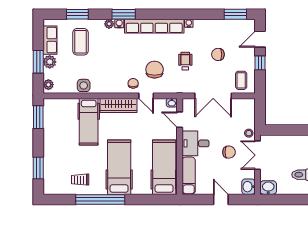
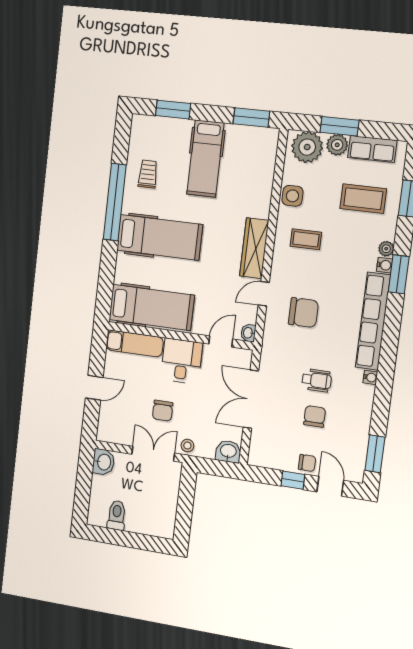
wheelchair: (185, 61) -> (317, 380), moved
coffee table: (241, 80) -> (306, 239), moved
chair: (133, 83) -> (307, 463), moved
plant: (48, 85) -> (307, 147), width x1.87, depth x1.87
hospital bed: (89, 122) -> (205, 159), moved, turned -90
washbasin: (248, 187) -> (228, 451), moved

